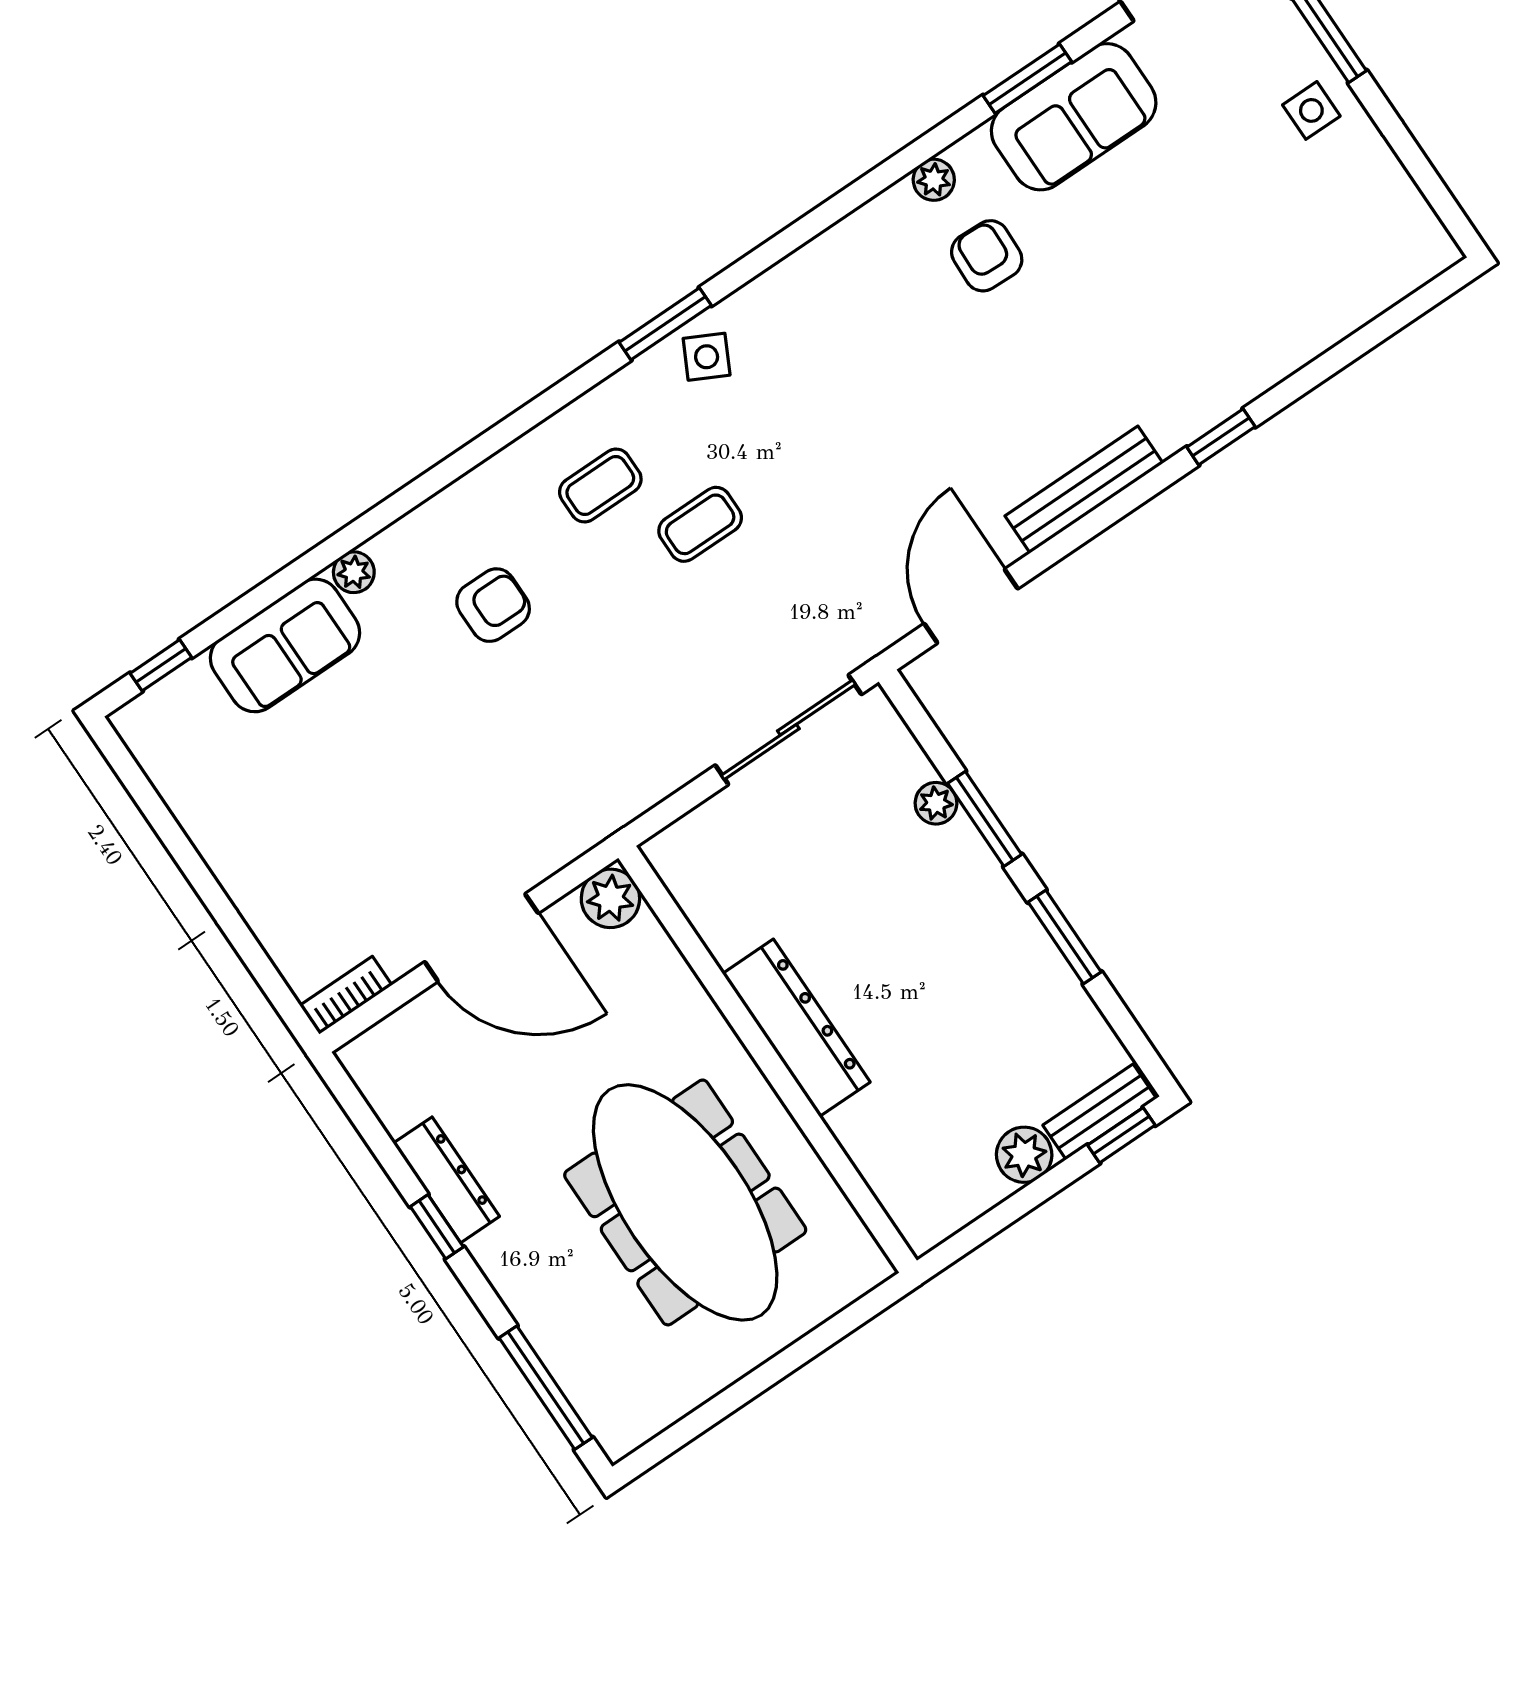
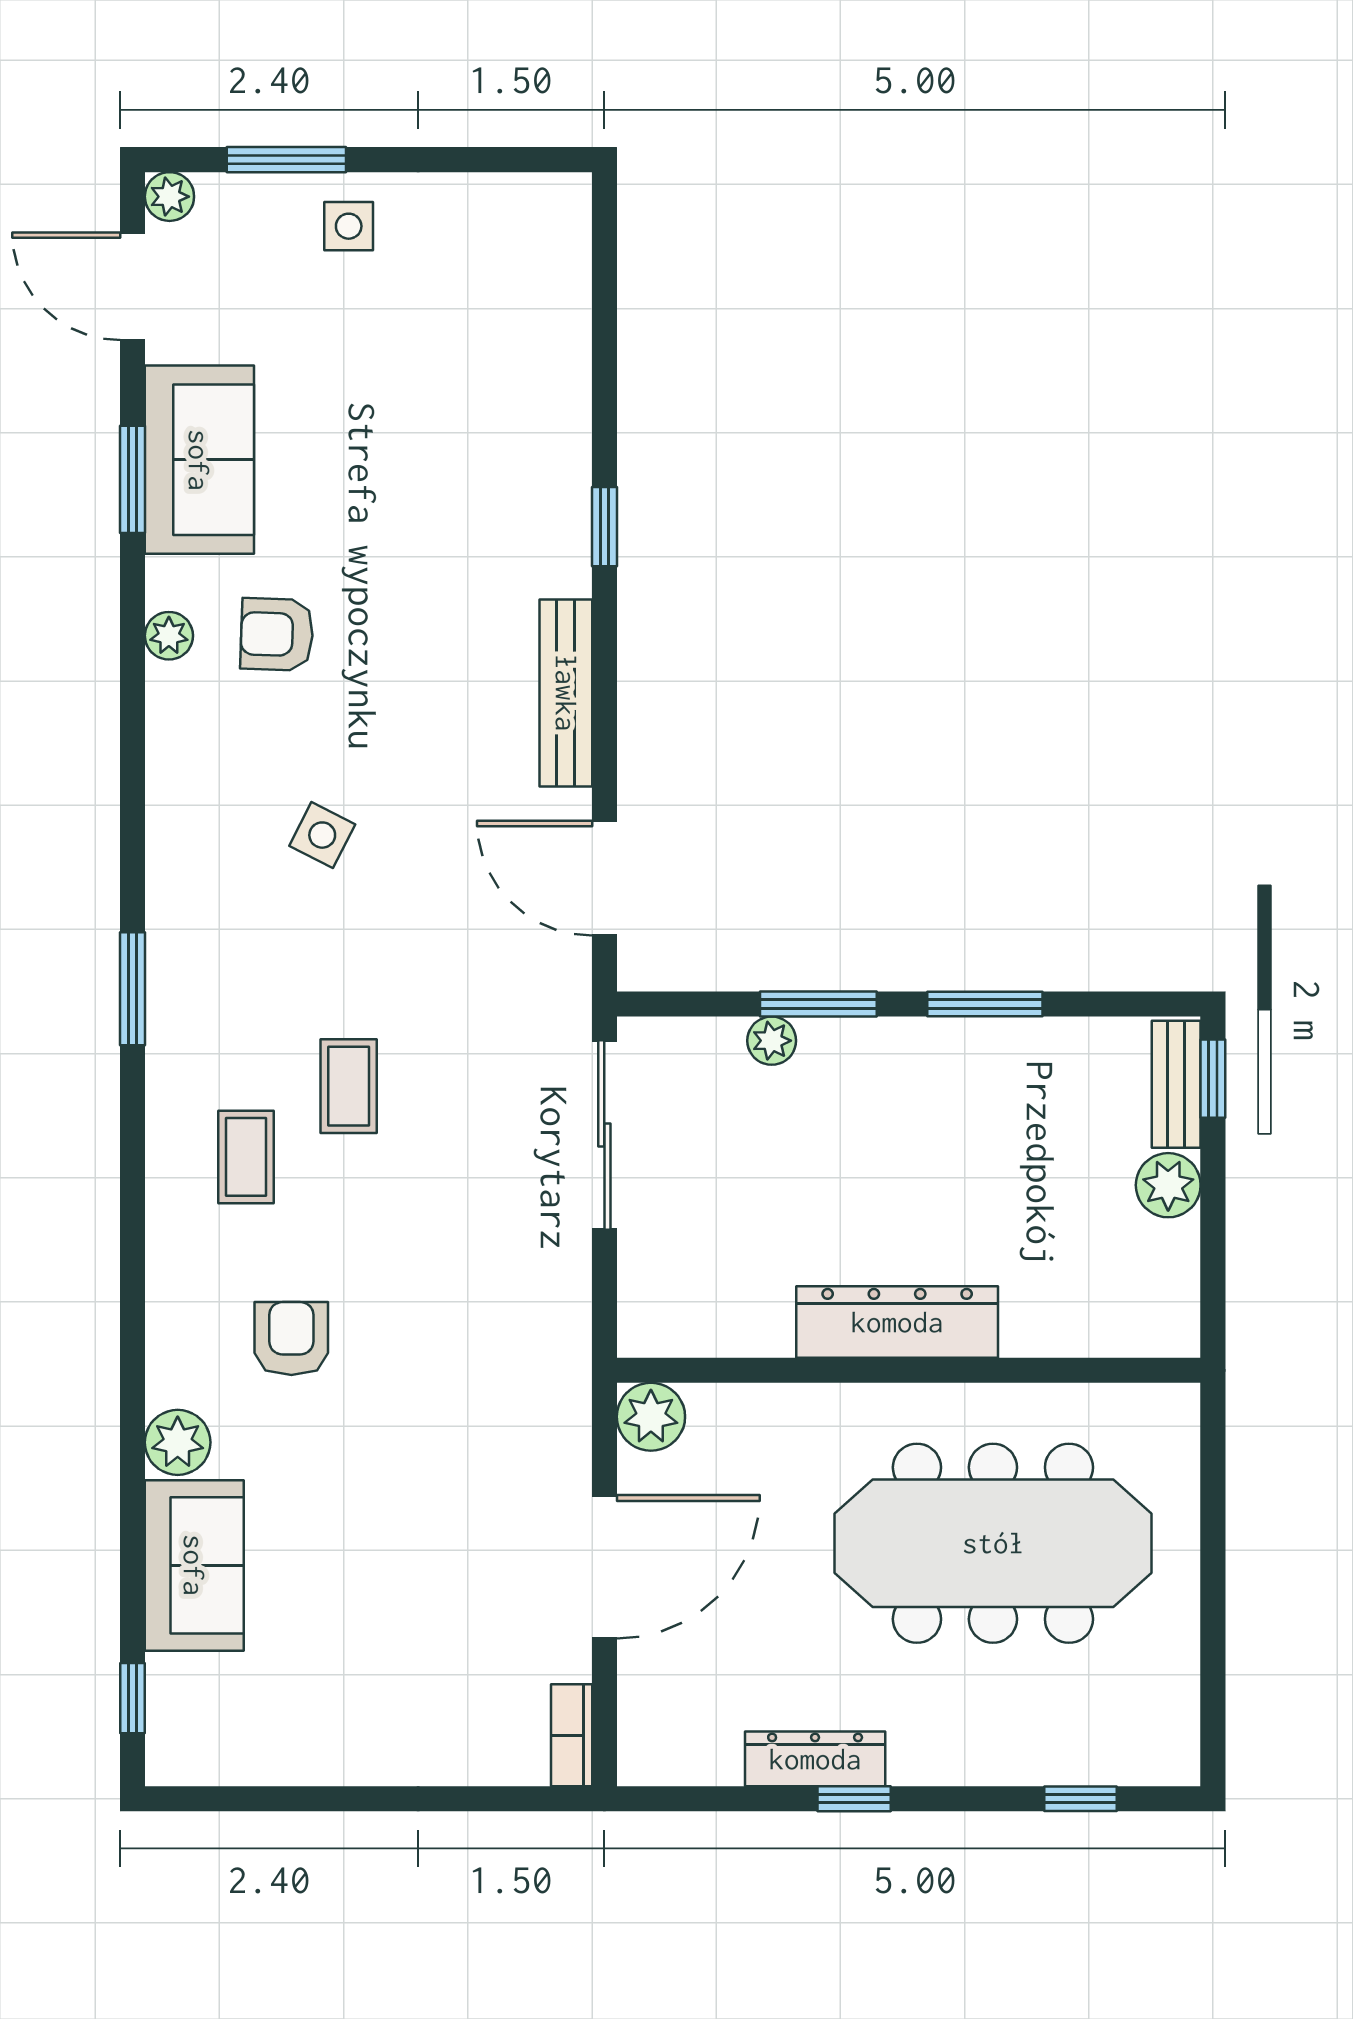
side table: (707, 357) -> (322, 835), moved
plant: (354, 572) -> (178, 1442), width x1.38, depth x1.38
window: (546, 1388) -> (1081, 1799), width x0.46

